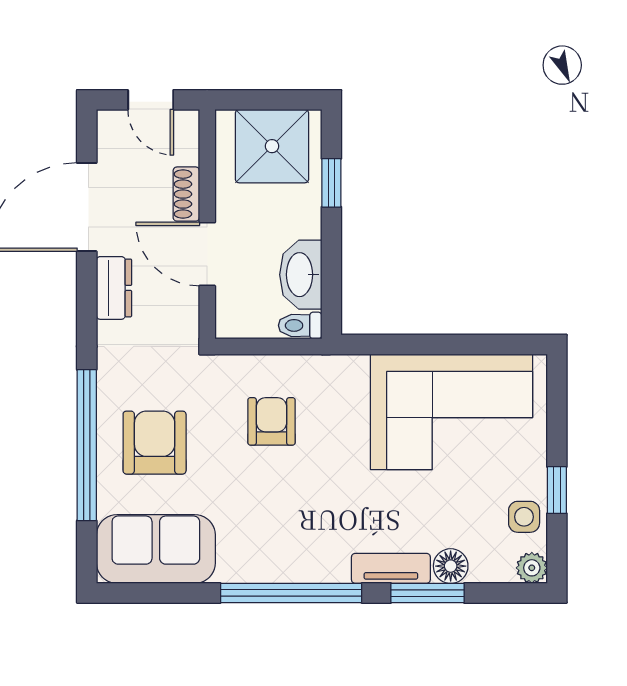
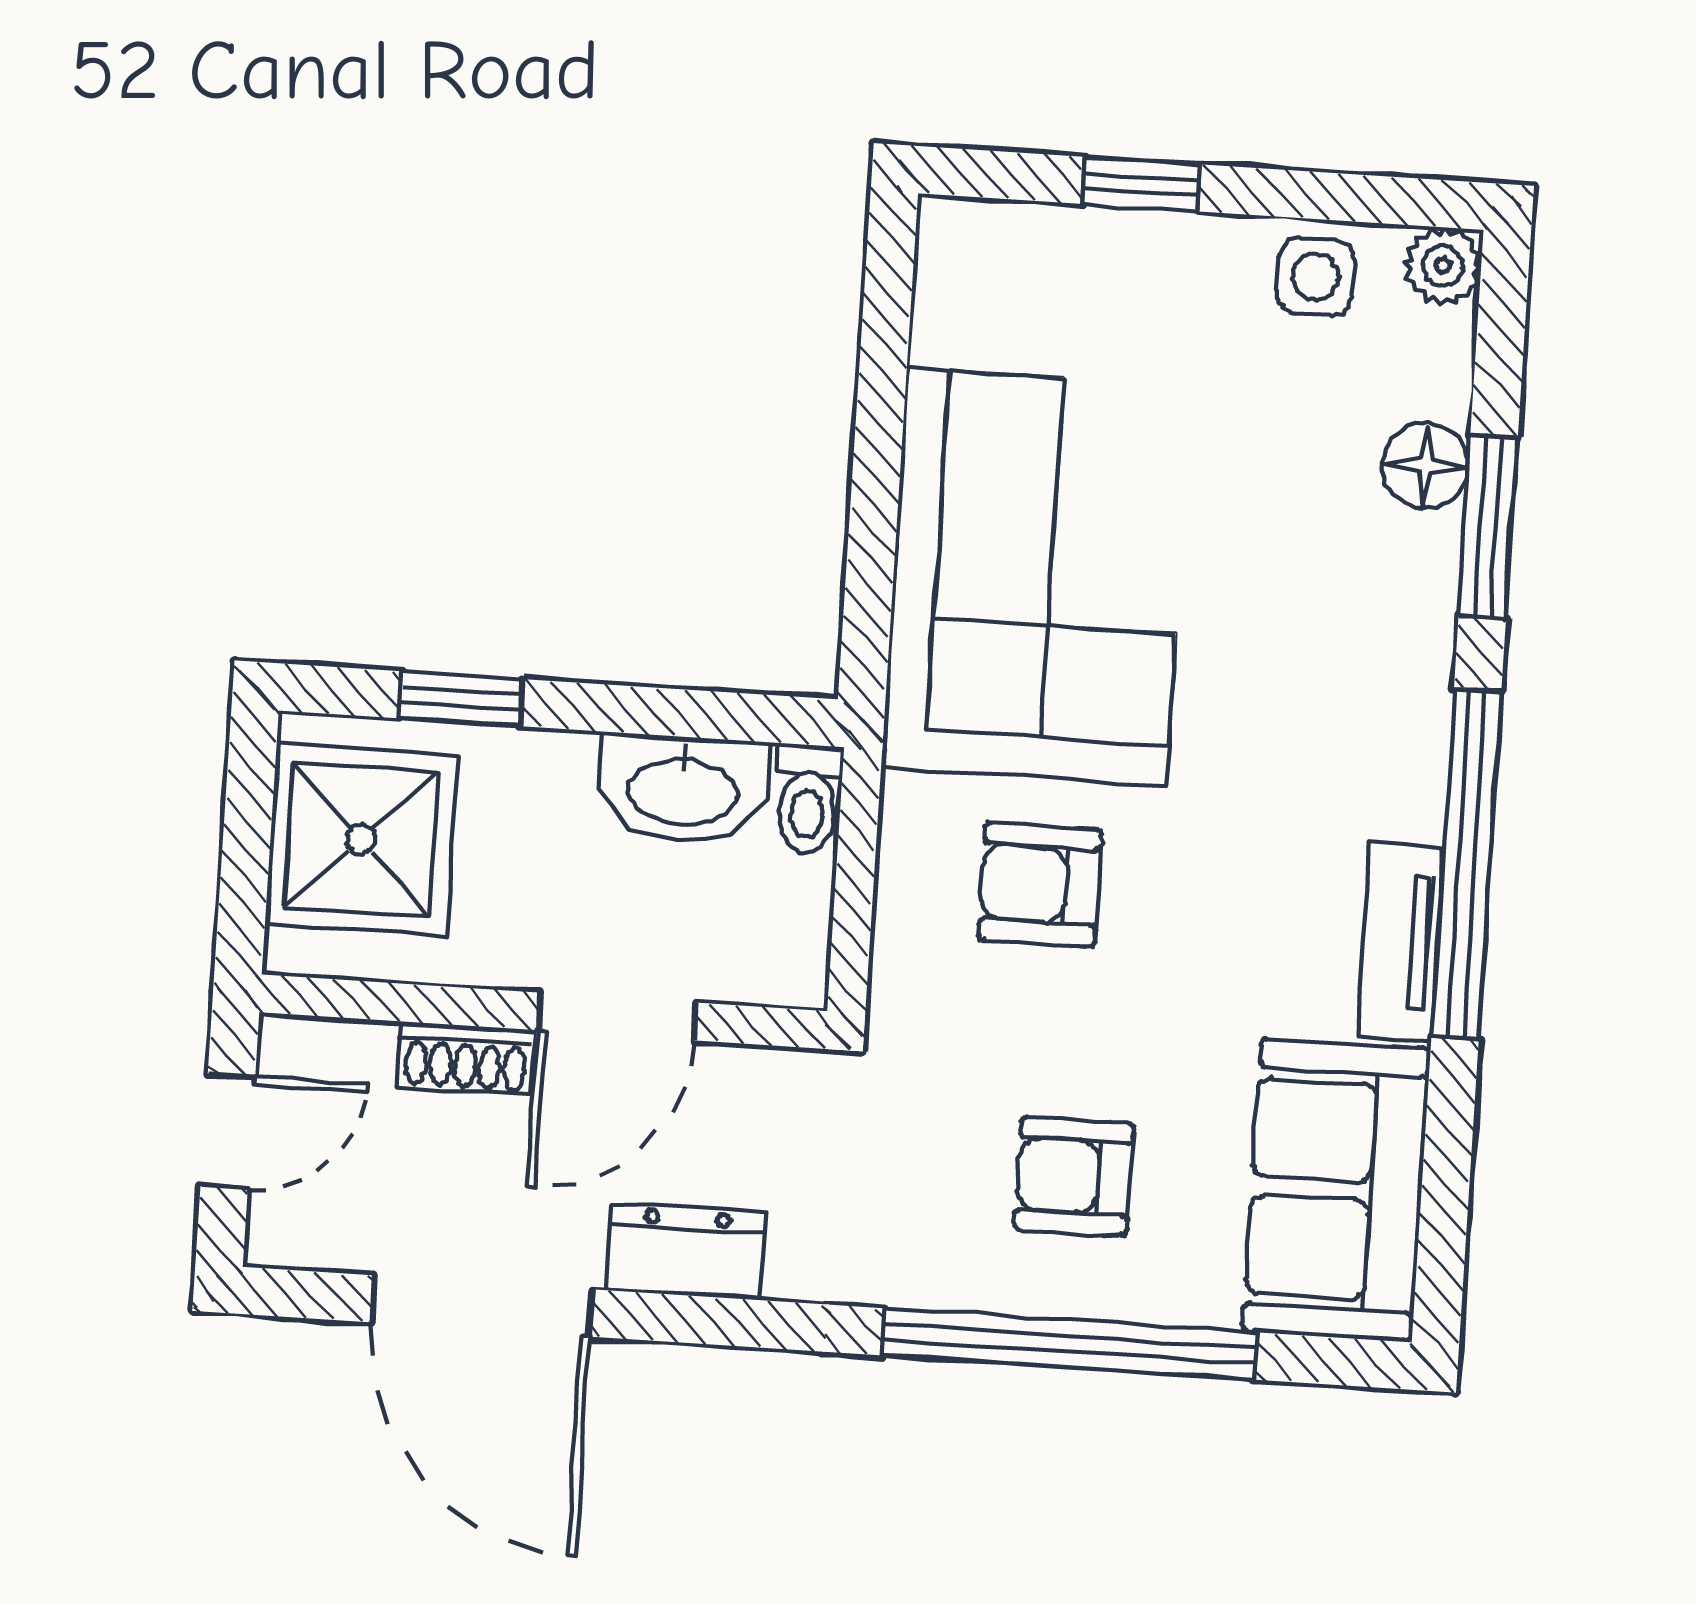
corner sofa: (452, 412) -> (1036, 577), moved
armchair: (155, 443) -> (1074, 1176), width x0.72, depth x0.72
window: (557, 490) -> (1141, 184), moved
tv unit: (391, 568) -> (1400, 942), moved

